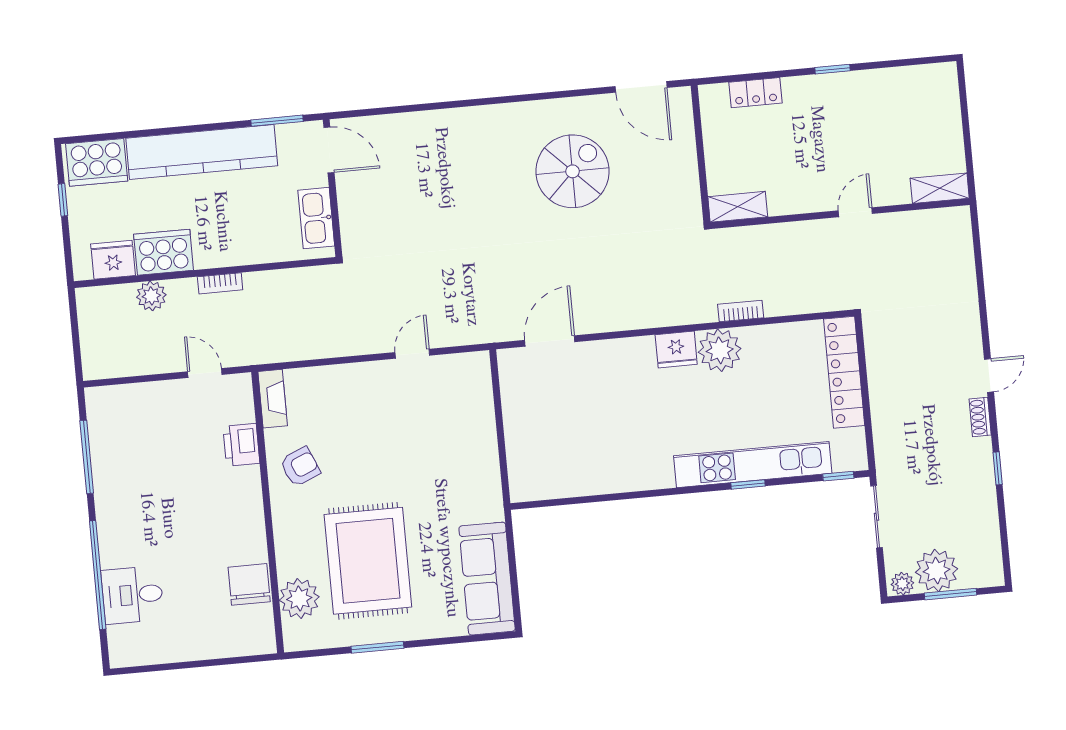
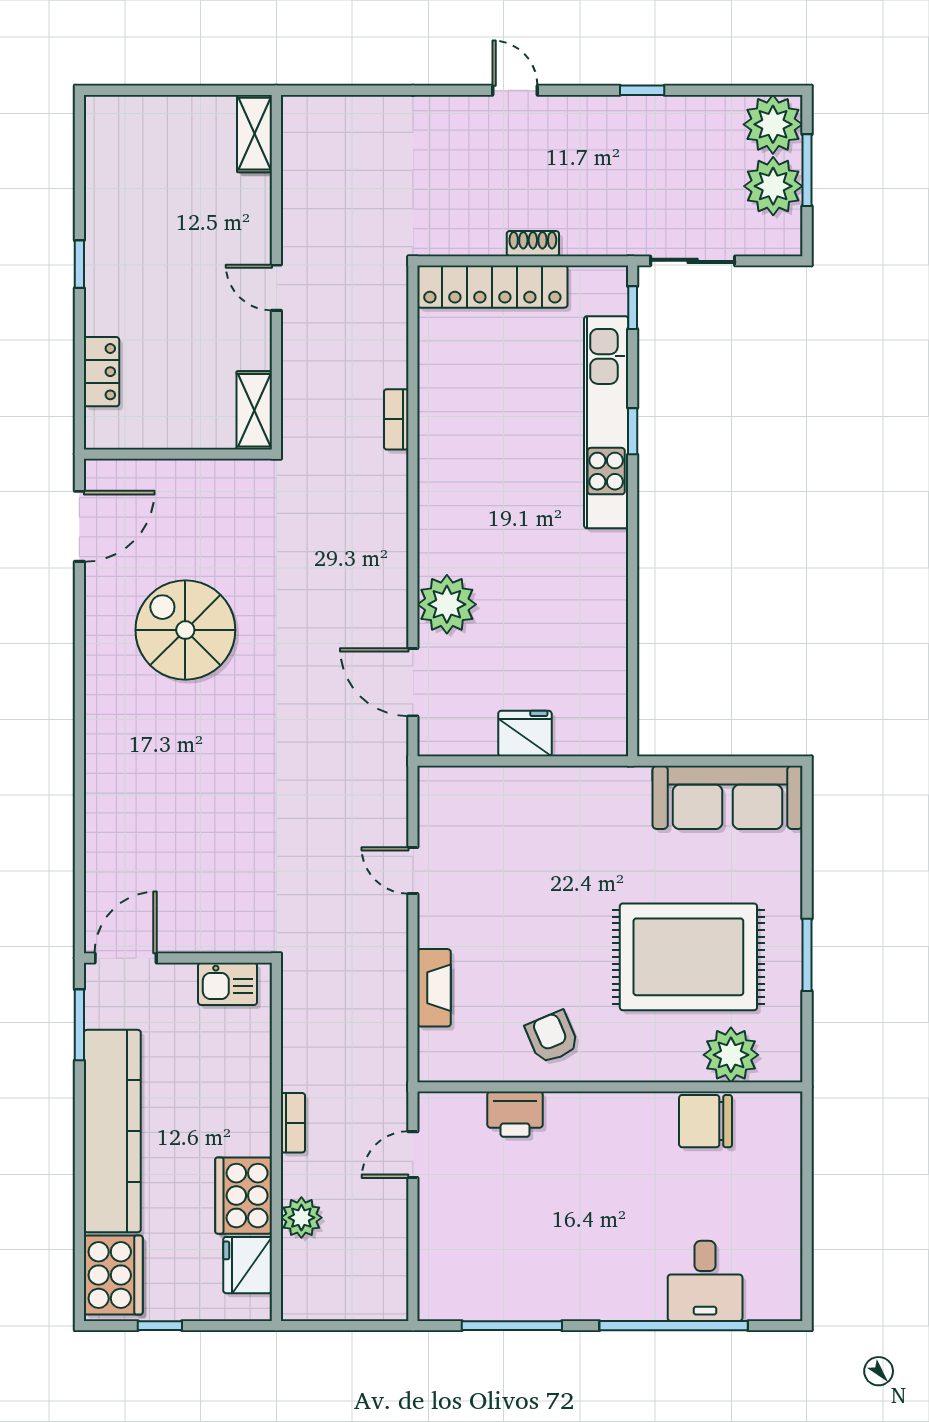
door: (855, 212) -> (276, 288), moved
kitchen sink: (316, 218) -> (228, 984), width x0.73
fridge: (676, 350) -> (525, 734), moved, turned -90
plant: (720, 350) -> (447, 604), moved
fireplace: (273, 399) -> (434, 988), moved, turned 90
shoe rack: (980, 417) -> (533, 244), moved, turned 180
plant: (902, 584) -> (773, 124), moved, width x1.88, depth x1.88

